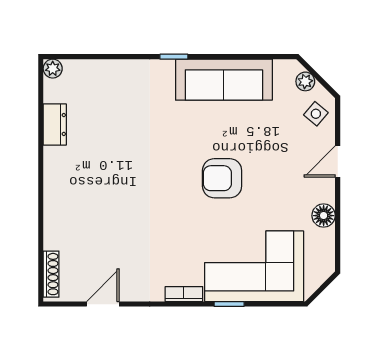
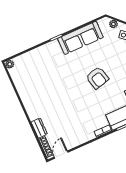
dresser: (55, 124) -> (39, 128), moved
armchair: (222, 178) -> (97, 78), turned -104
door: (103, 304) -> (61, 155), moved

